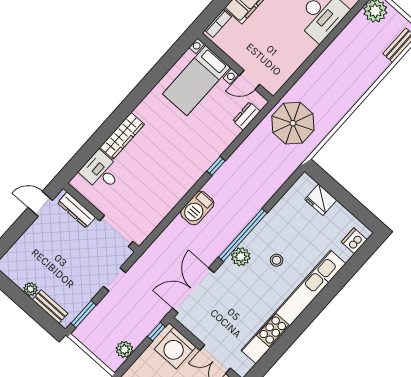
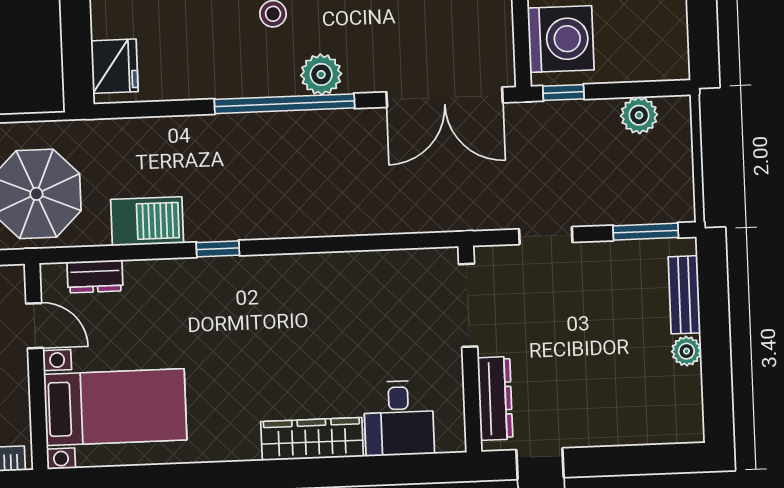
fridge: (321, 200) -> (114, 66), moved
barbecue: (197, 208) -> (147, 221), moved

